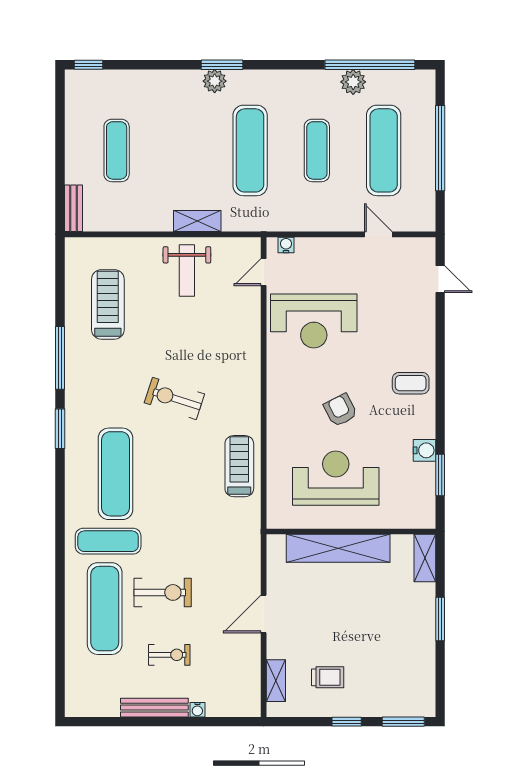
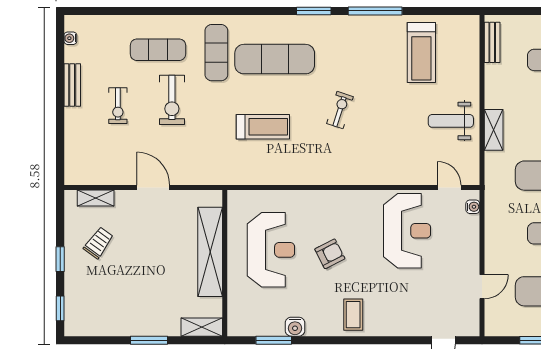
bench: (73, 208) -> (492, 42), moved, turned 90
treadmill: (108, 304) -> (421, 52), turned 90
reception desk: (314, 321) -> (407, 231), turned 180
exercise bike: (174, 398) -> (340, 110), width x0.73, depth x0.72
treadmill: (239, 466) -> (263, 127), moved
exercise mat: (105, 609) -> (158, 50), width x0.73, depth x0.69
trolley: (328, 677) -> (98, 243), turned -144
bench: (154, 708) -> (72, 85), width x0.73
water cooler: (197, 710) -> (70, 38), moved
window: (403, 722) -> (60, 308), width x0.67

